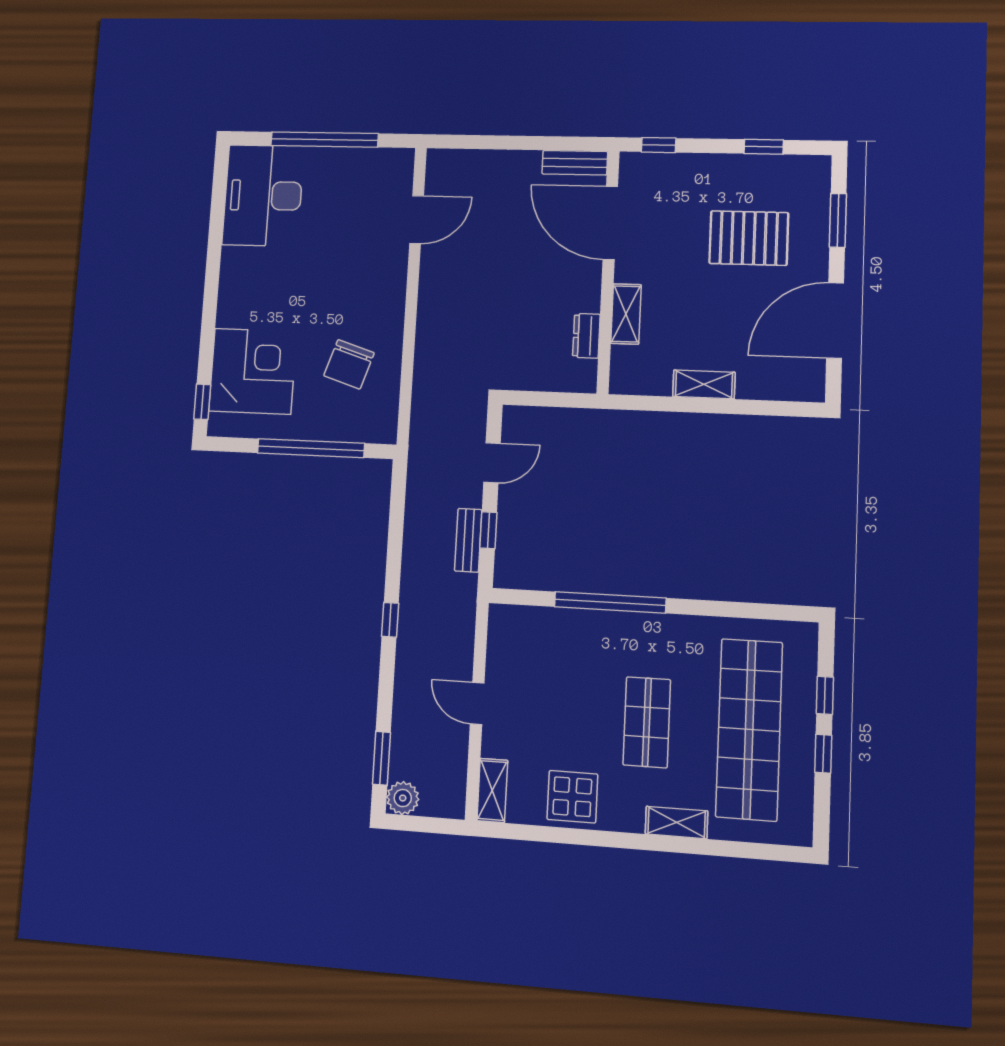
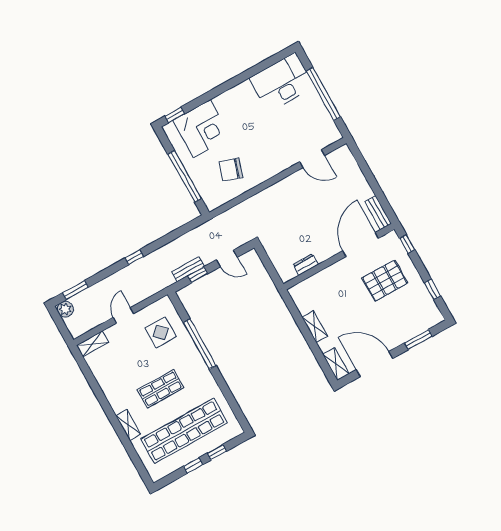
pallet: (749, 238) -> (385, 281), moved, turned 90
shelving: (626, 314) -> (336, 364), moved, turned 90
display table: (572, 797) -> (161, 332), moved

